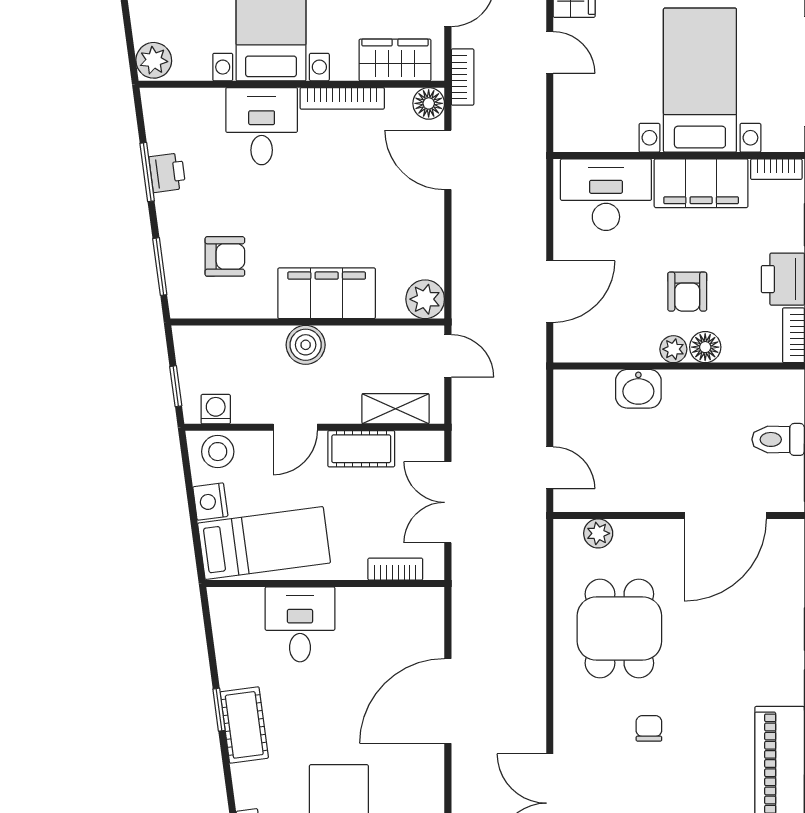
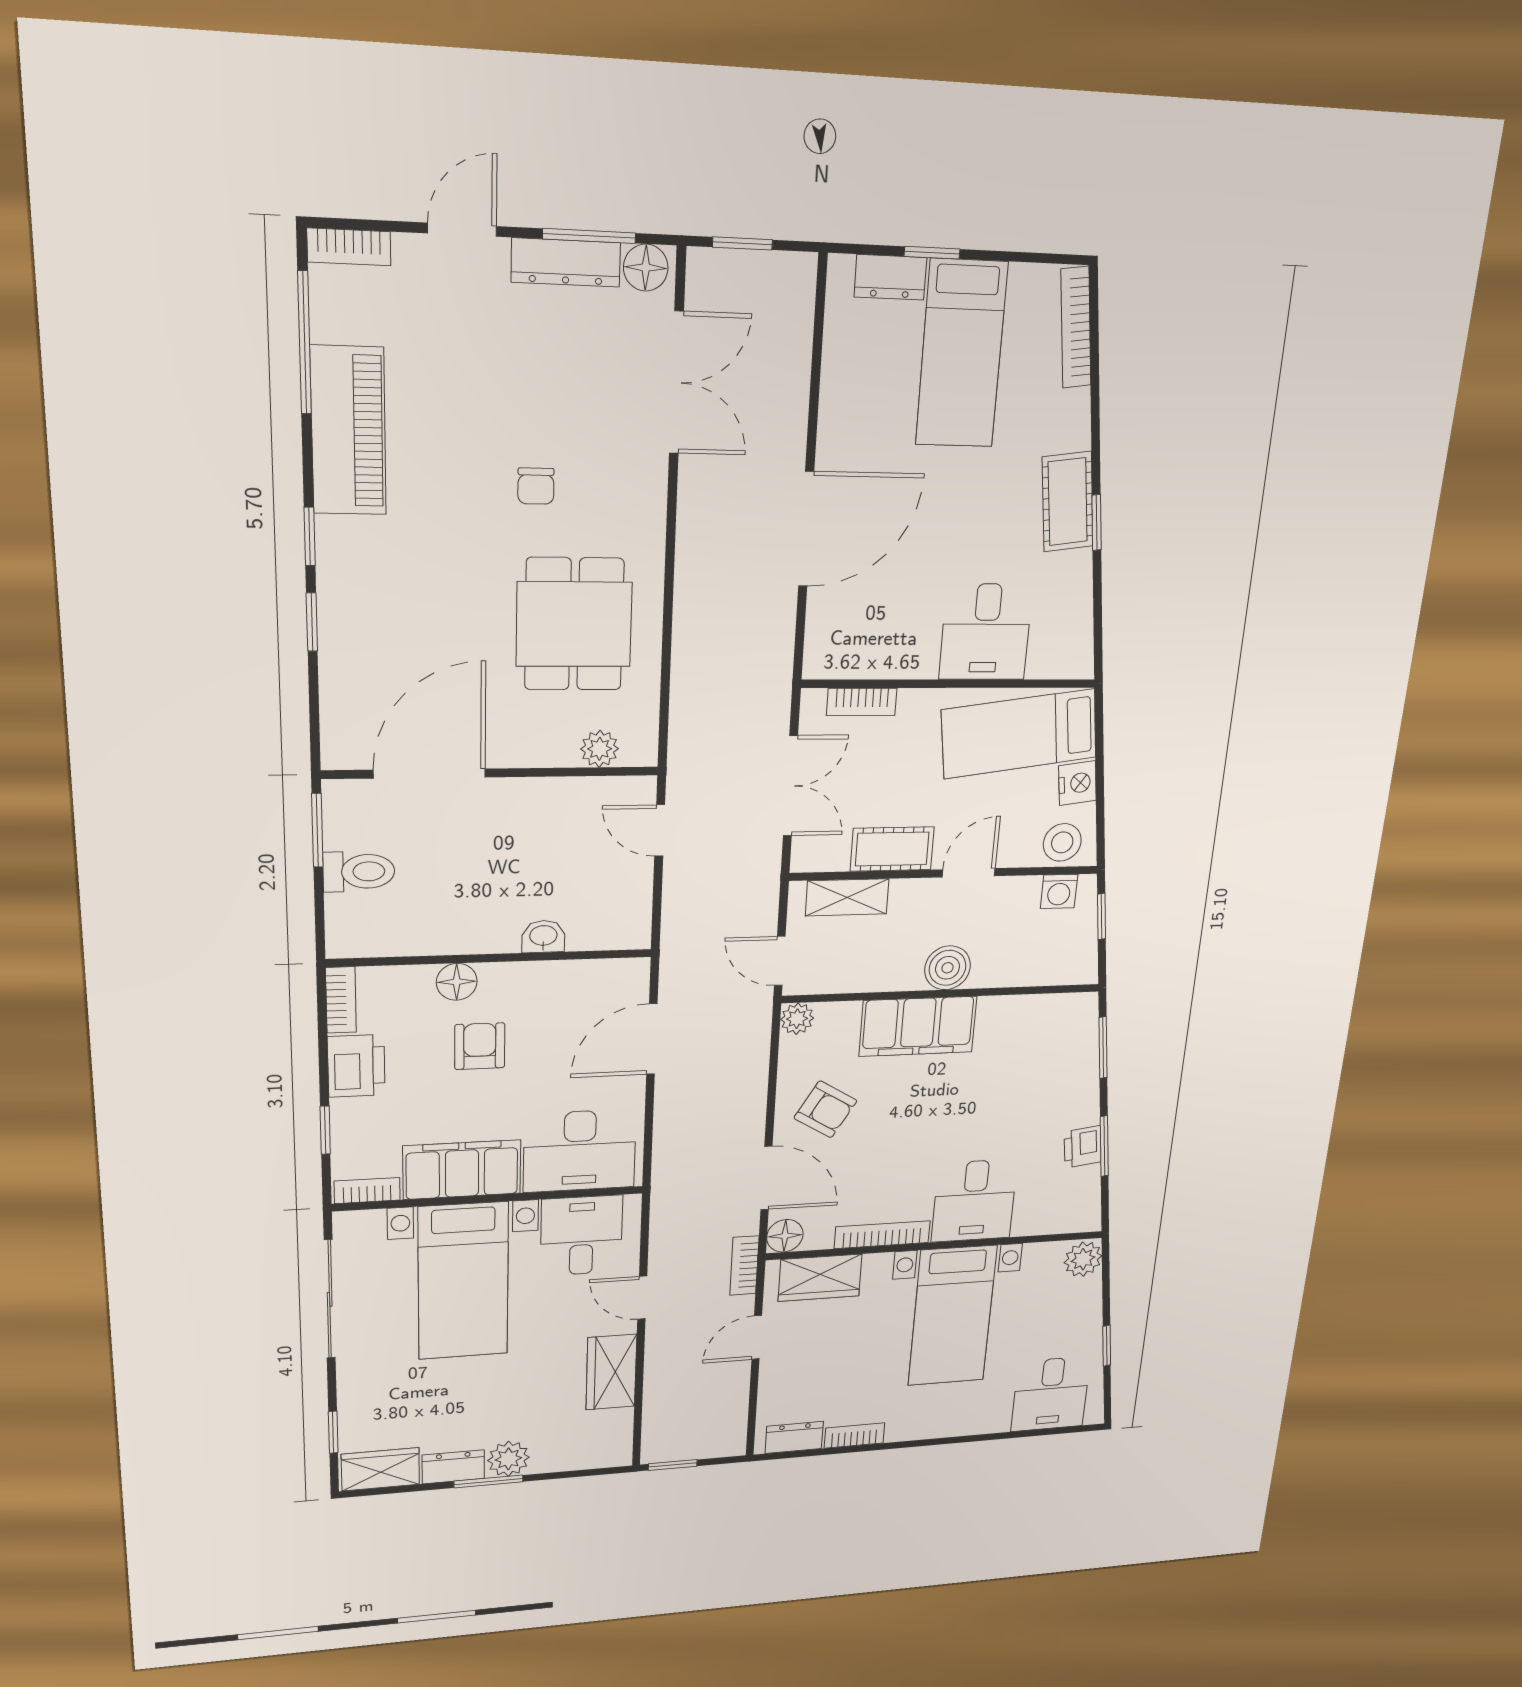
desk: (603, 116) -> (582, 1236), added
armchair: (225, 256) -> (825, 1109), moved, turned -149
plant: (425, 299) -> (797, 1019), width x0.73, depth x0.73
plant: (673, 349) -> (498, 978), removed
washbasin: (638, 389) -> (543, 936), width x0.72, depth x0.69

